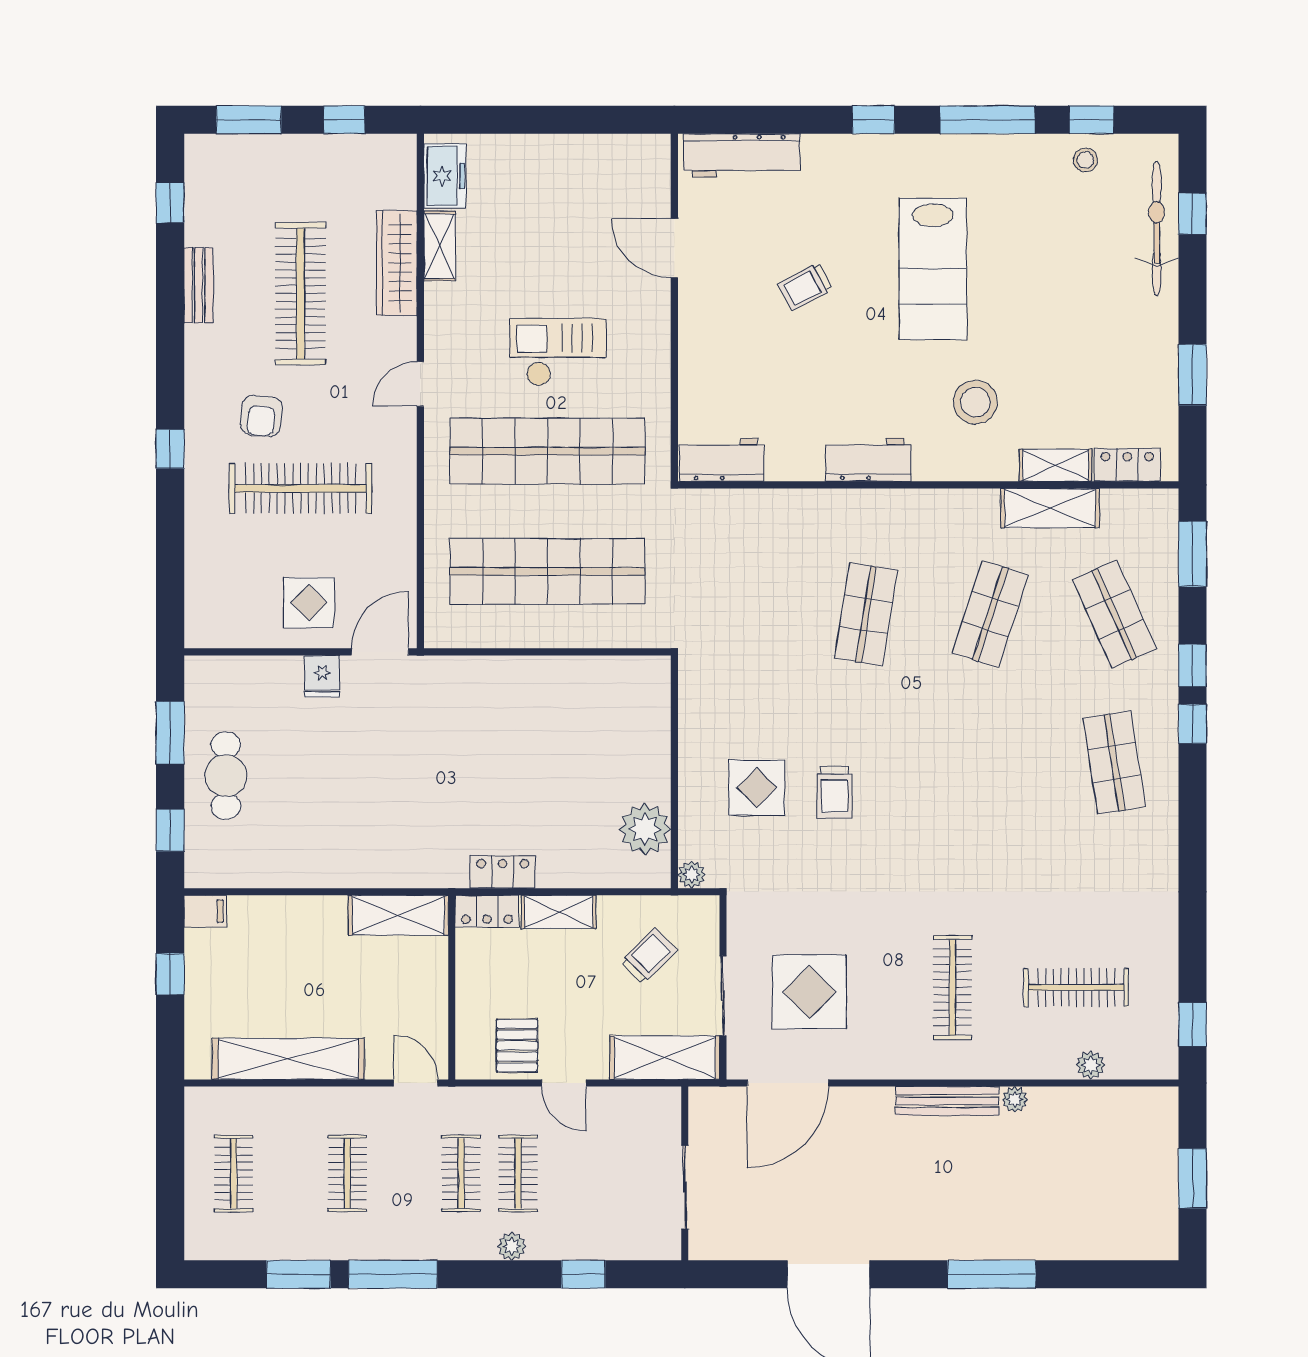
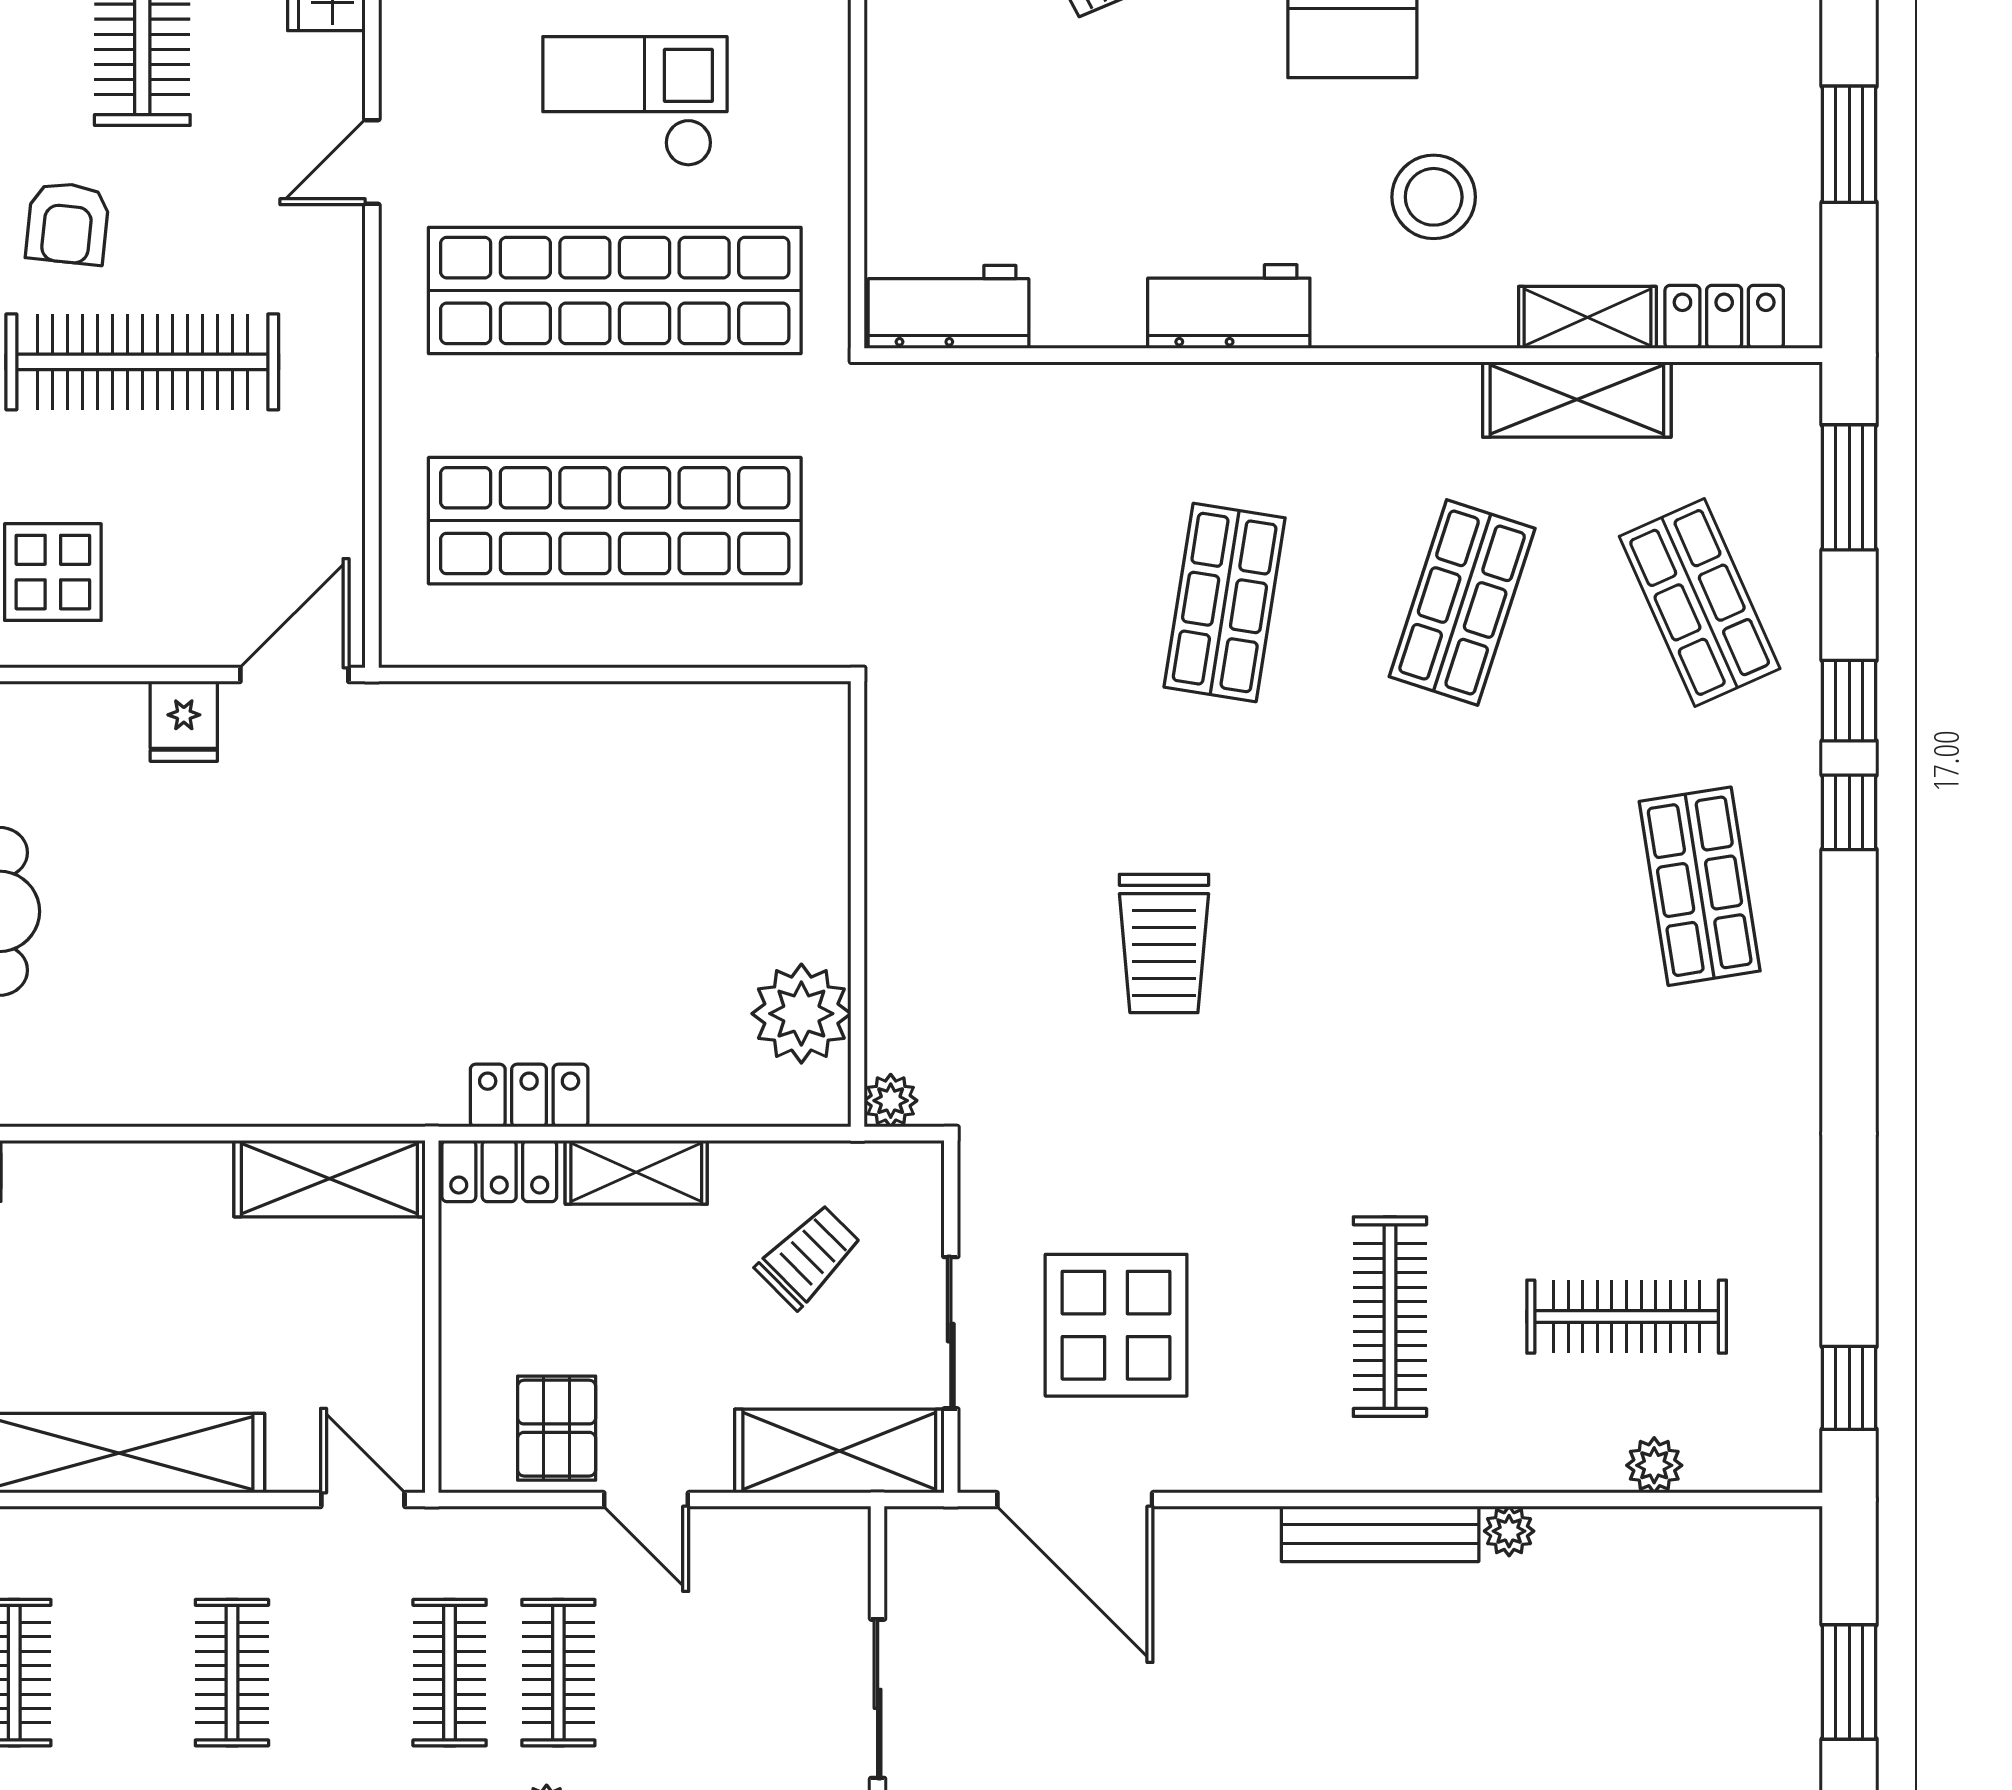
display table: (309, 603) -> (53, 572), moved
display table: (757, 788) -> (1016, 935), removed
trolley: (834, 792) -> (1164, 944), width x1.36, depth x1.39
door: (788, 1083) -> (1075, 1500), hinge flipped

